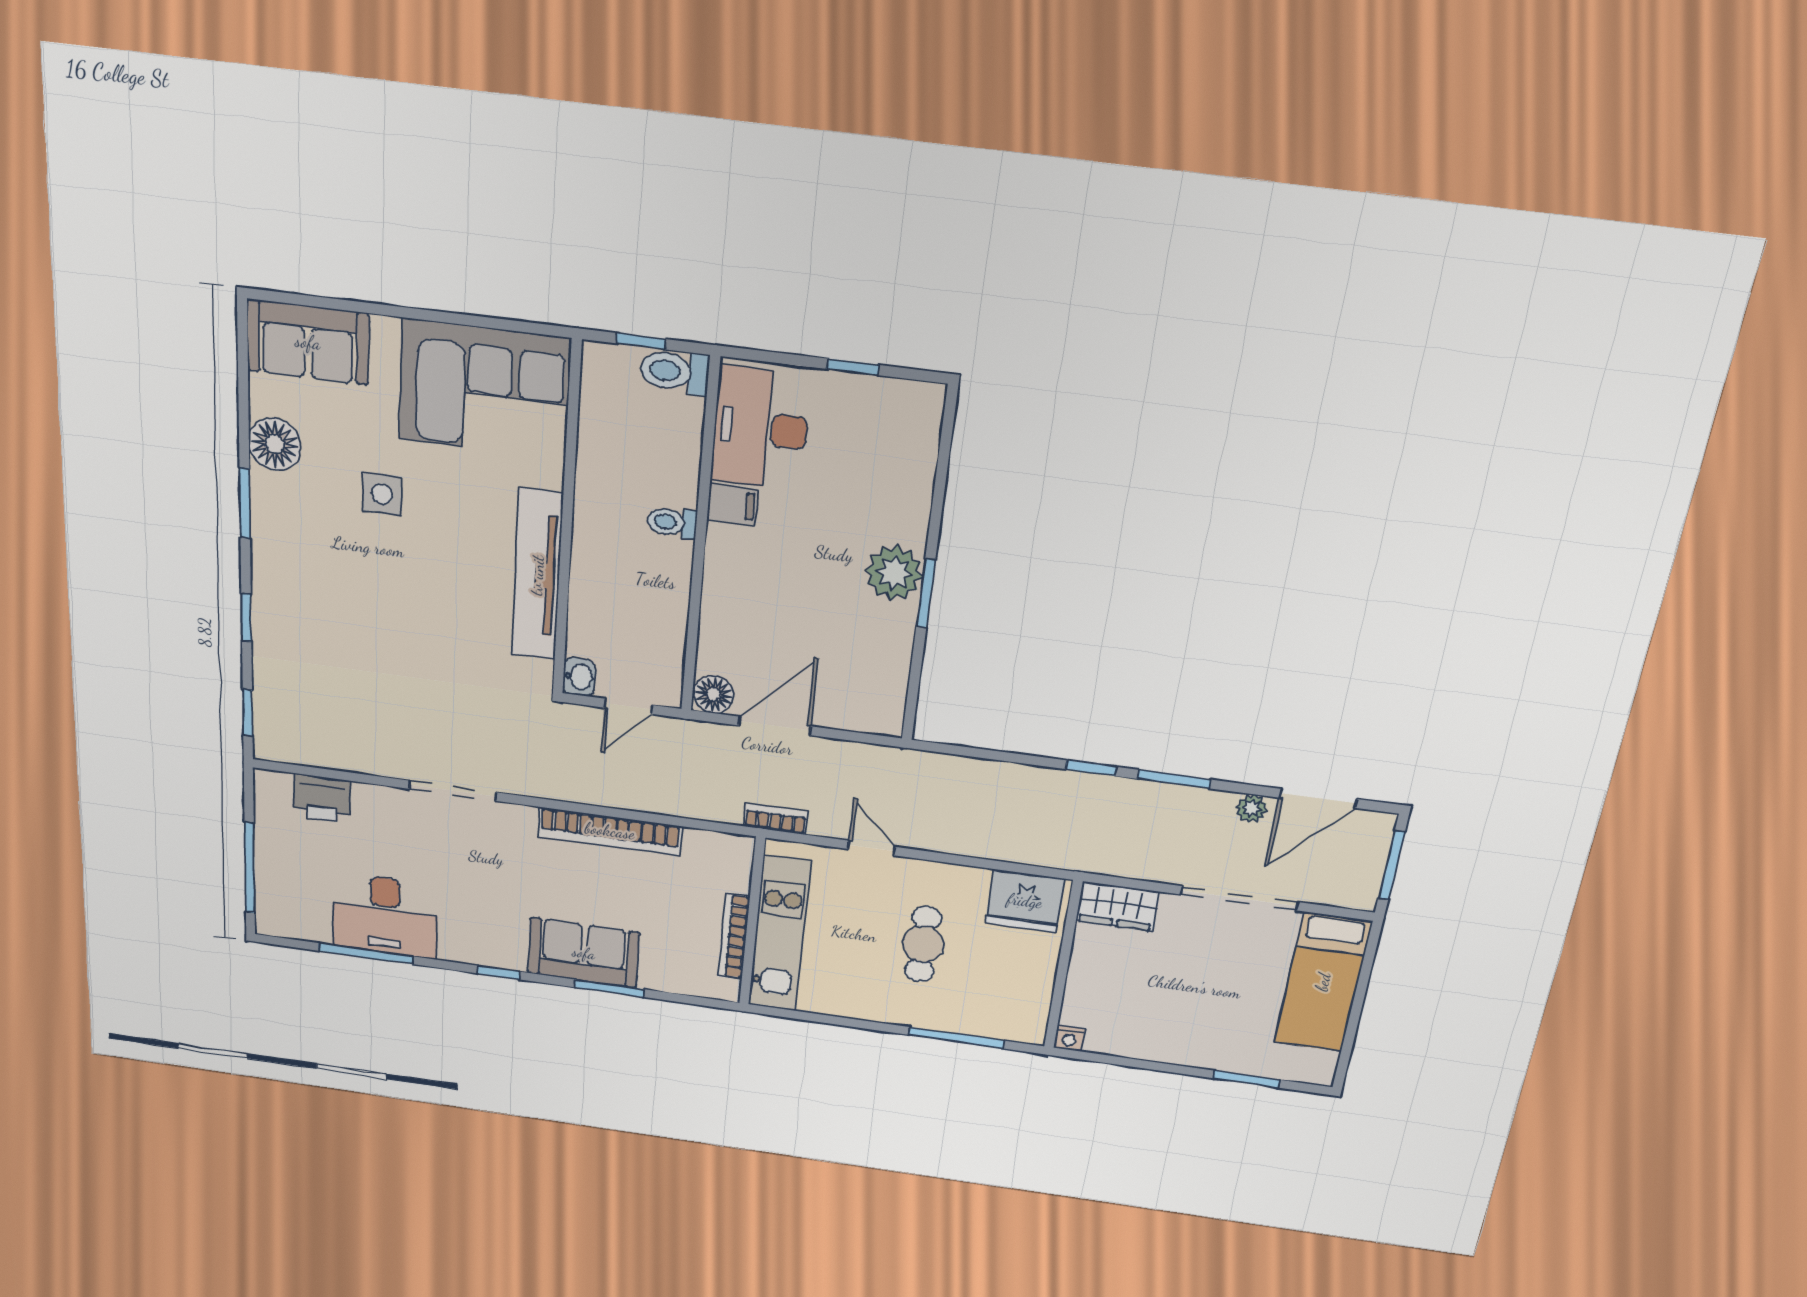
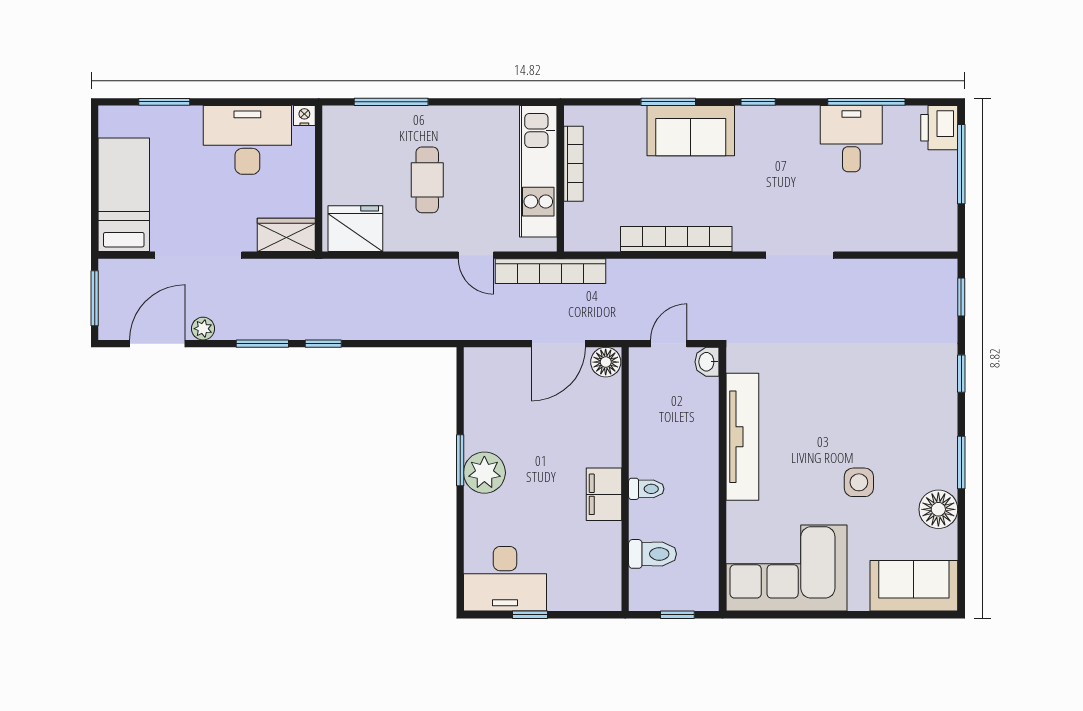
toilet: (675, 371) -> (653, 554), moved
desk: (761, 428) -> (505, 579), moved, turned 90
filing cabinet: (733, 504) -> (604, 494), width x2.00
printer: (322, 799) -> (939, 128), moved, turned -90
bookcase: (776, 819) -> (551, 271), width x2.31, depth x1.31
desk: (385, 916) -> (851, 139), width x0.73
desk: (1148, 1022) -> (247, 140), added

